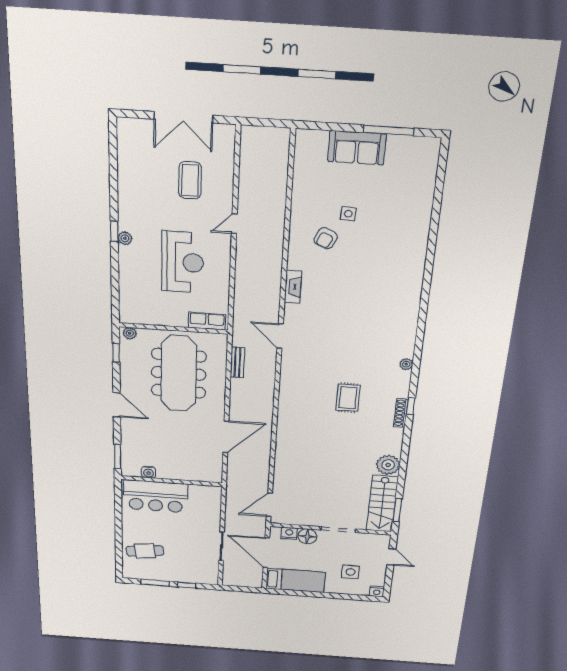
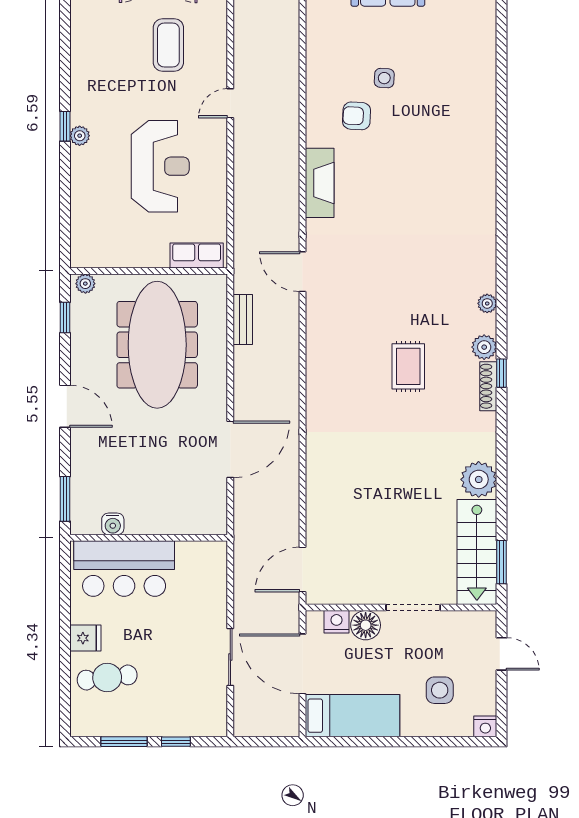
armchair: (326, 238) -> (357, 116), turned 68
fireplace: (293, 287) -> (320, 183), width x1.37, depth x1.32
plant: (401, 390) -> (484, 347), added
fridge: (131, 530) -> (85, 638), added

